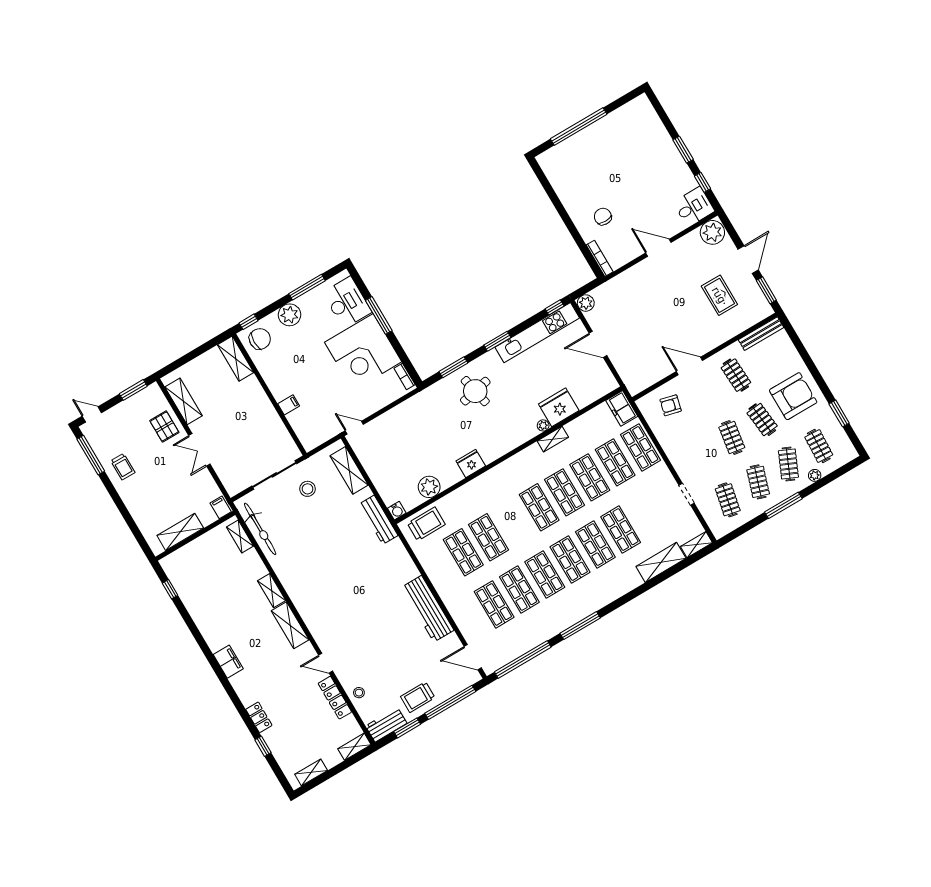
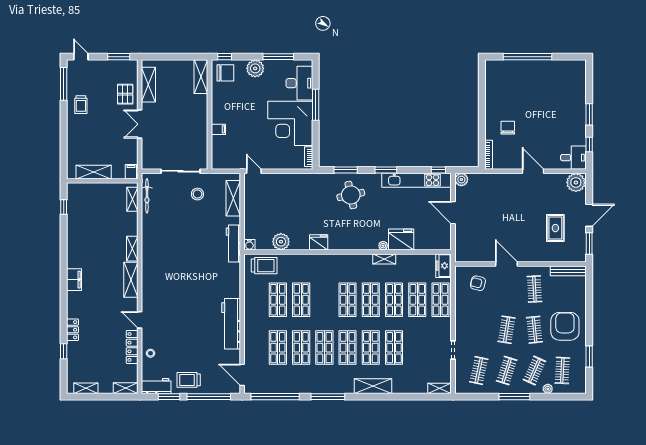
armchair: (793, 396) -> (565, 326), turned -90
bicycle: (260, 529) -> (147, 196), width x0.73, depth x0.71
shelving: (661, 562) -> (373, 386), moved

